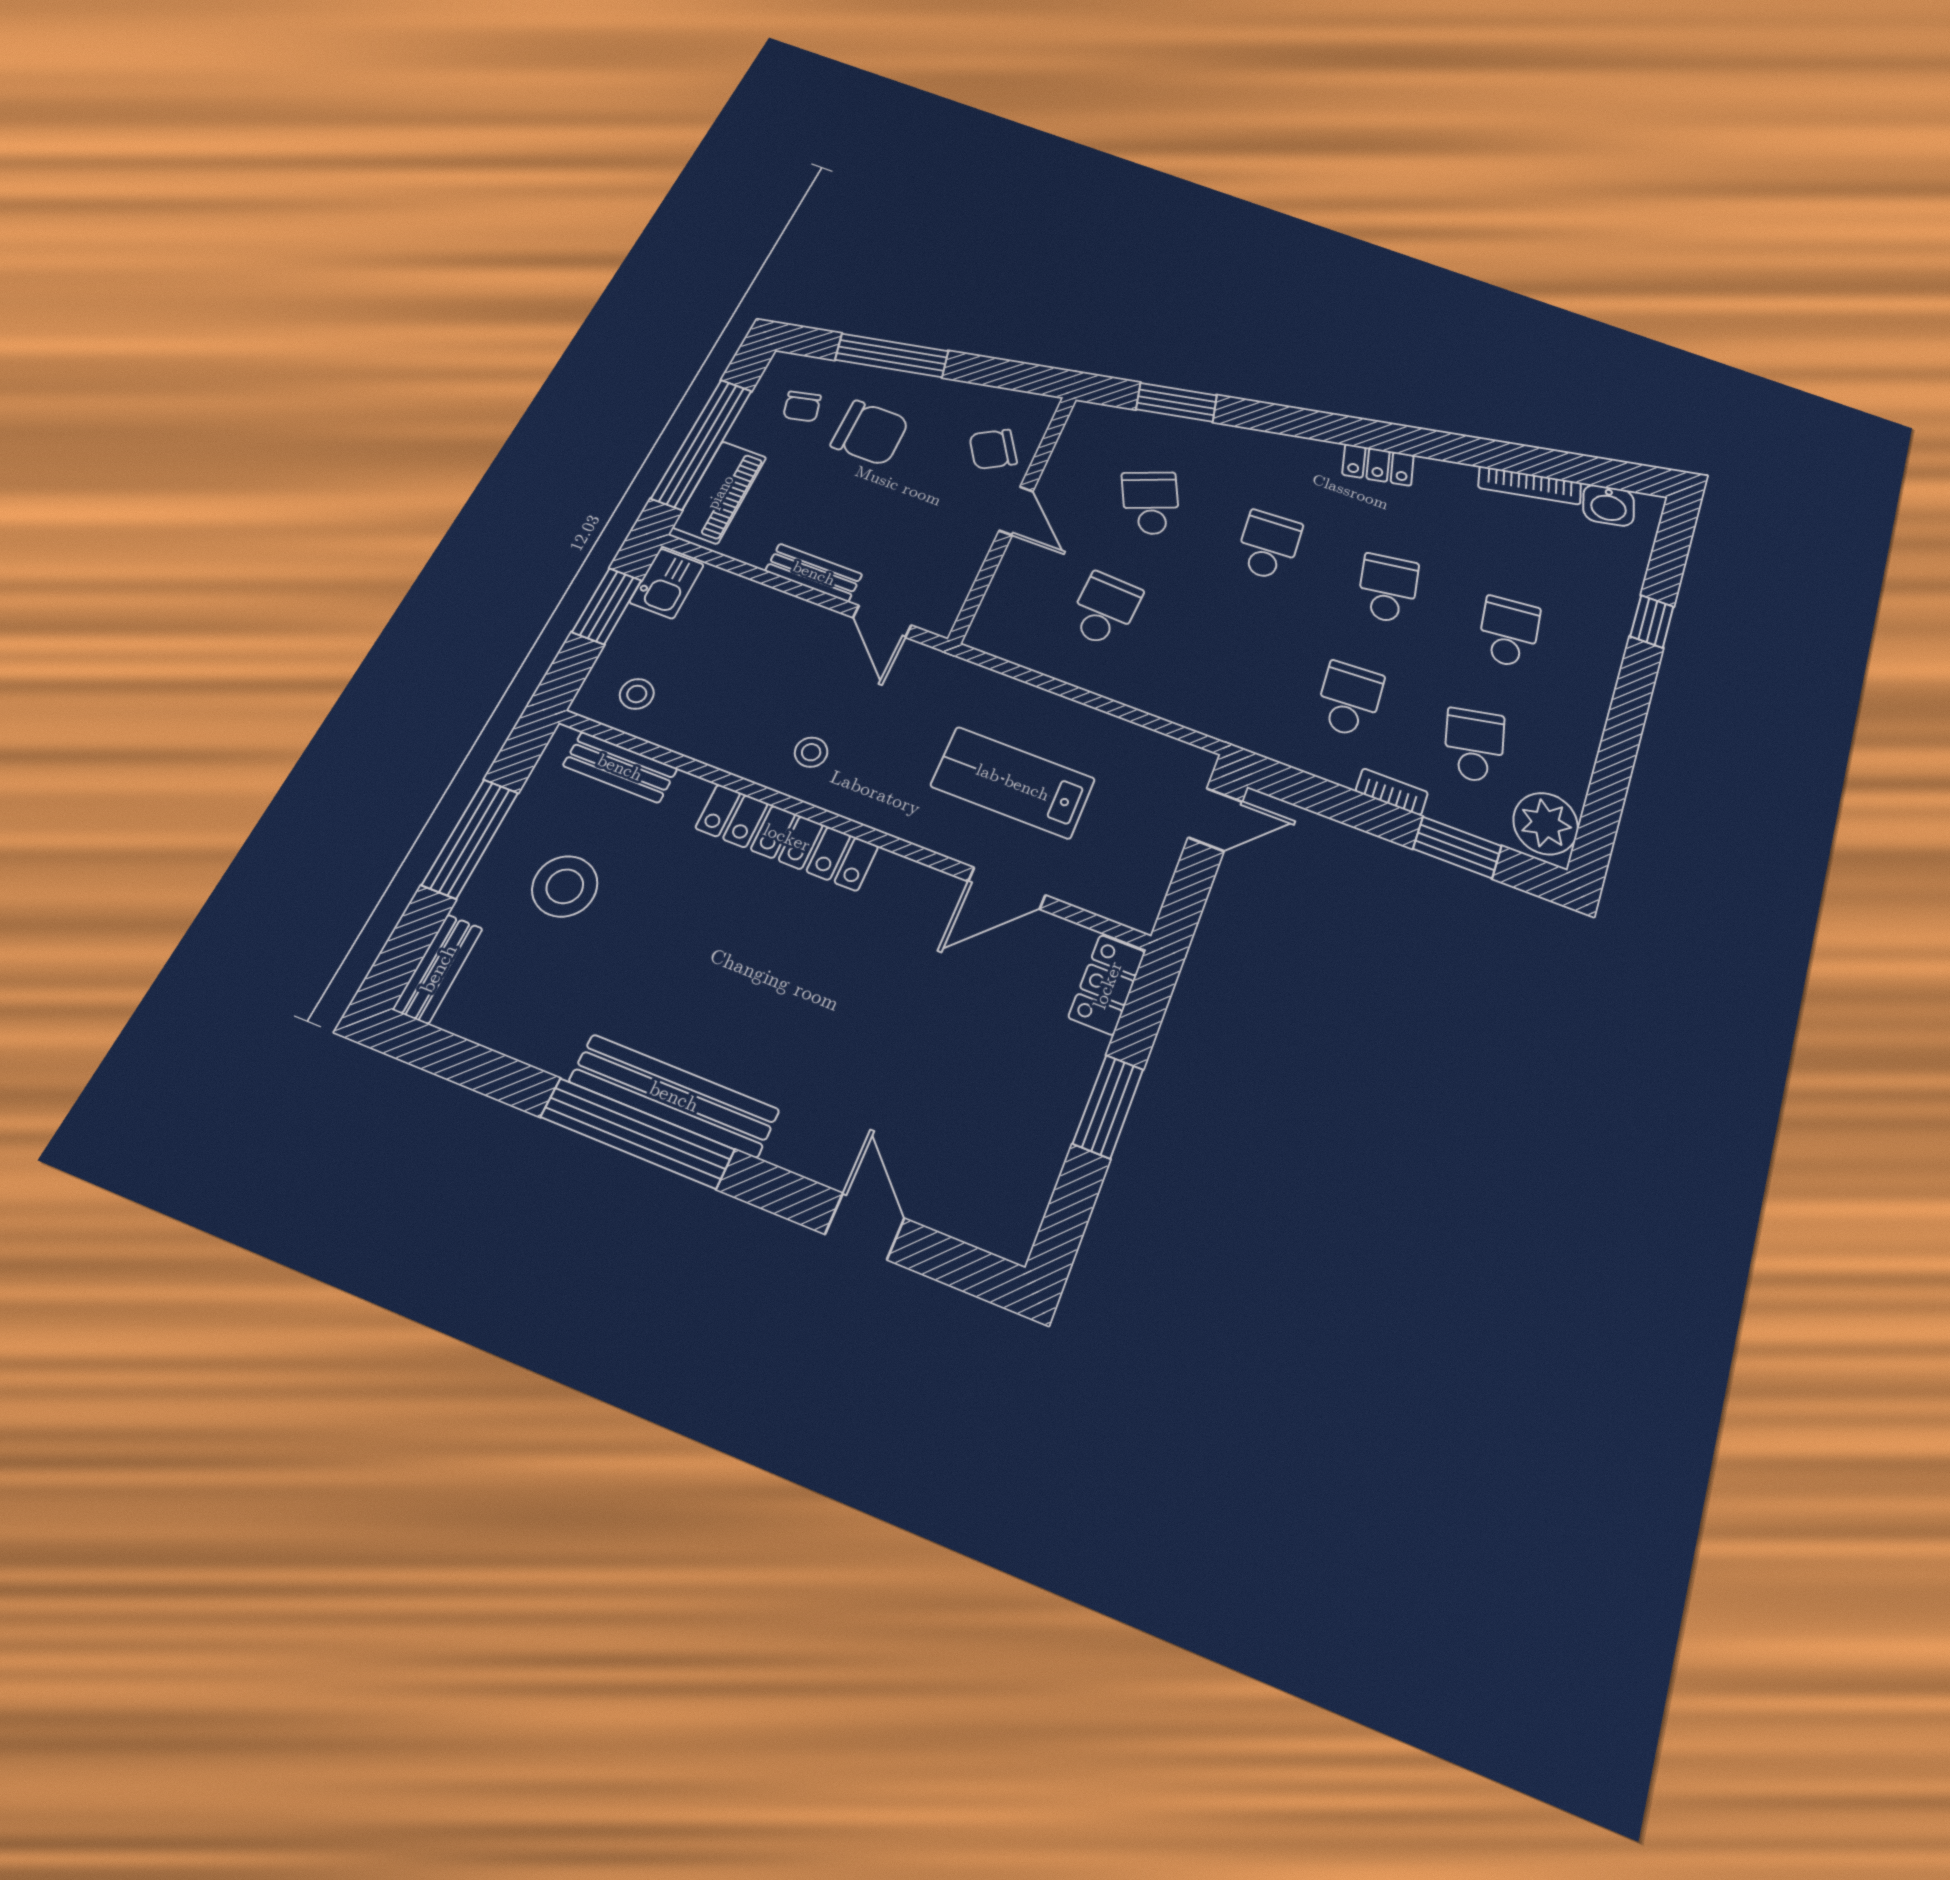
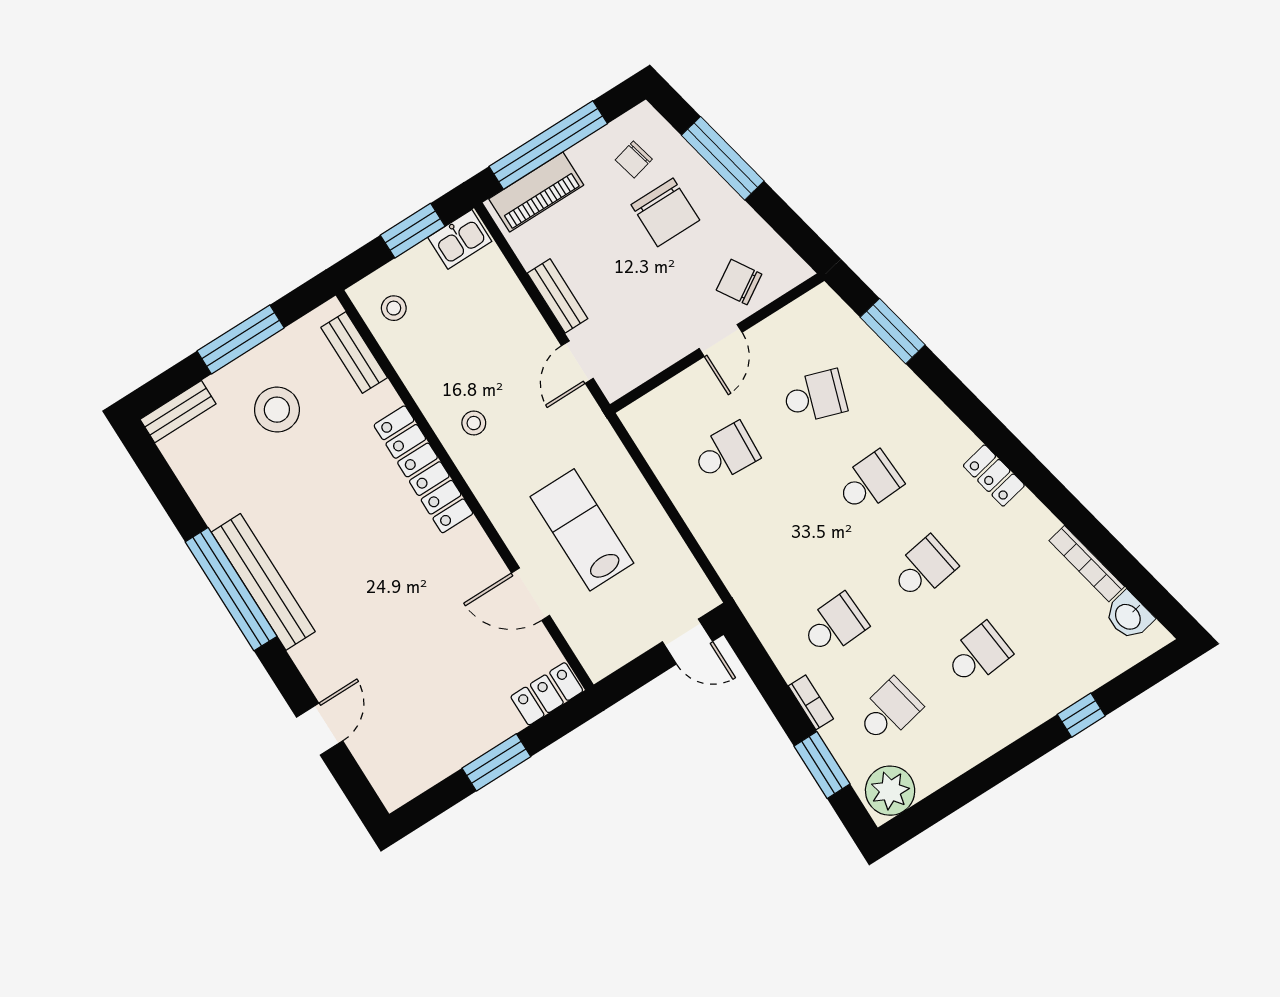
school desk: (1151, 503) -> (815, 397), turned 42

